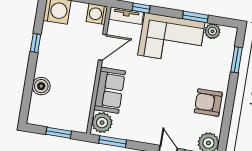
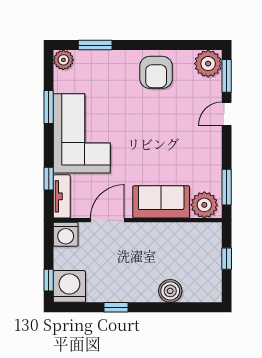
plant: (212, 31) -> (63, 60), moved
door: (102, 47) -> (107, 220), hinge flipped
window: (59, 133) -> (227, 259), width x0.67

